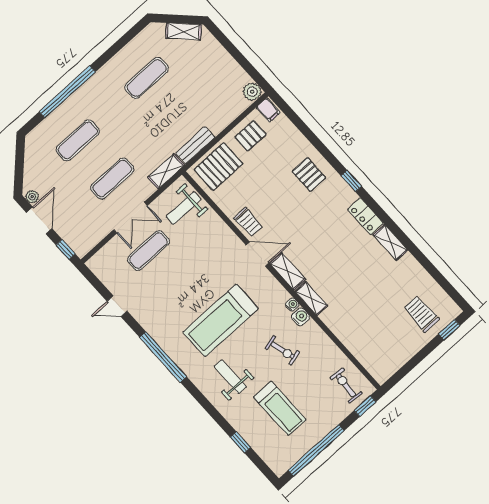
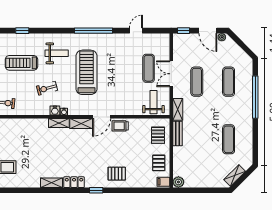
pallet: (218, 167) -> (158, 135), width x0.67, depth x0.71

